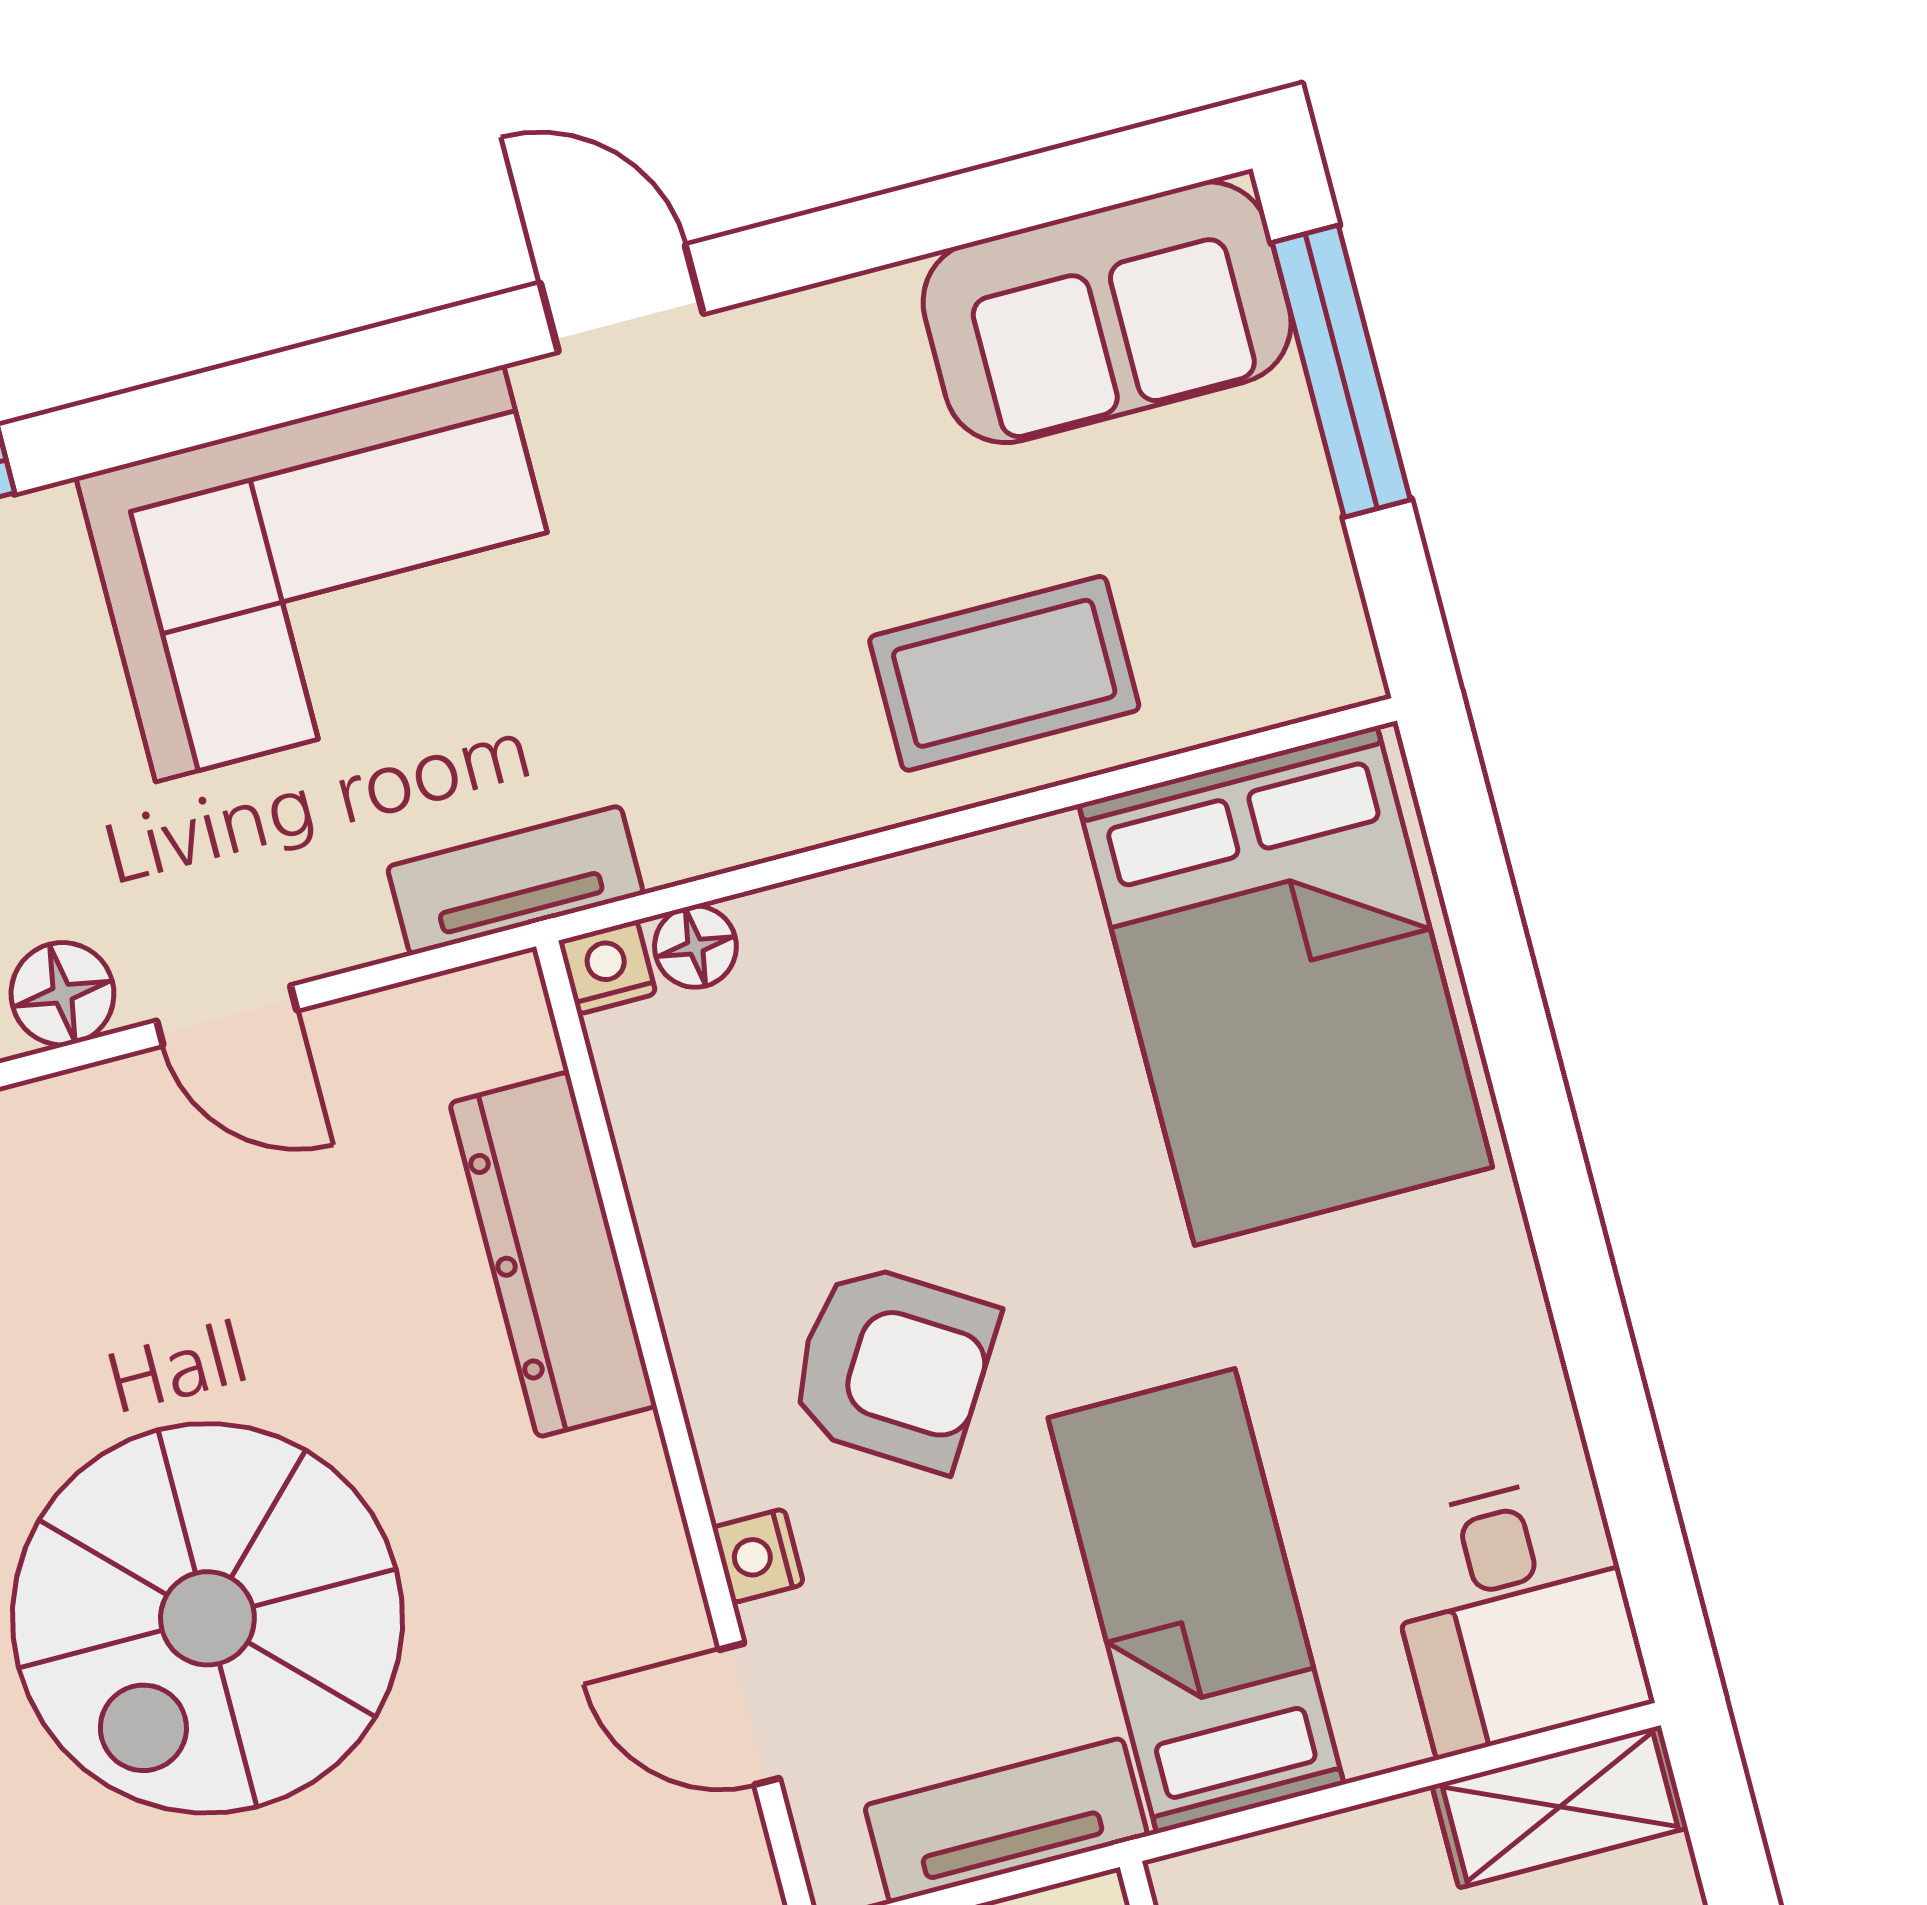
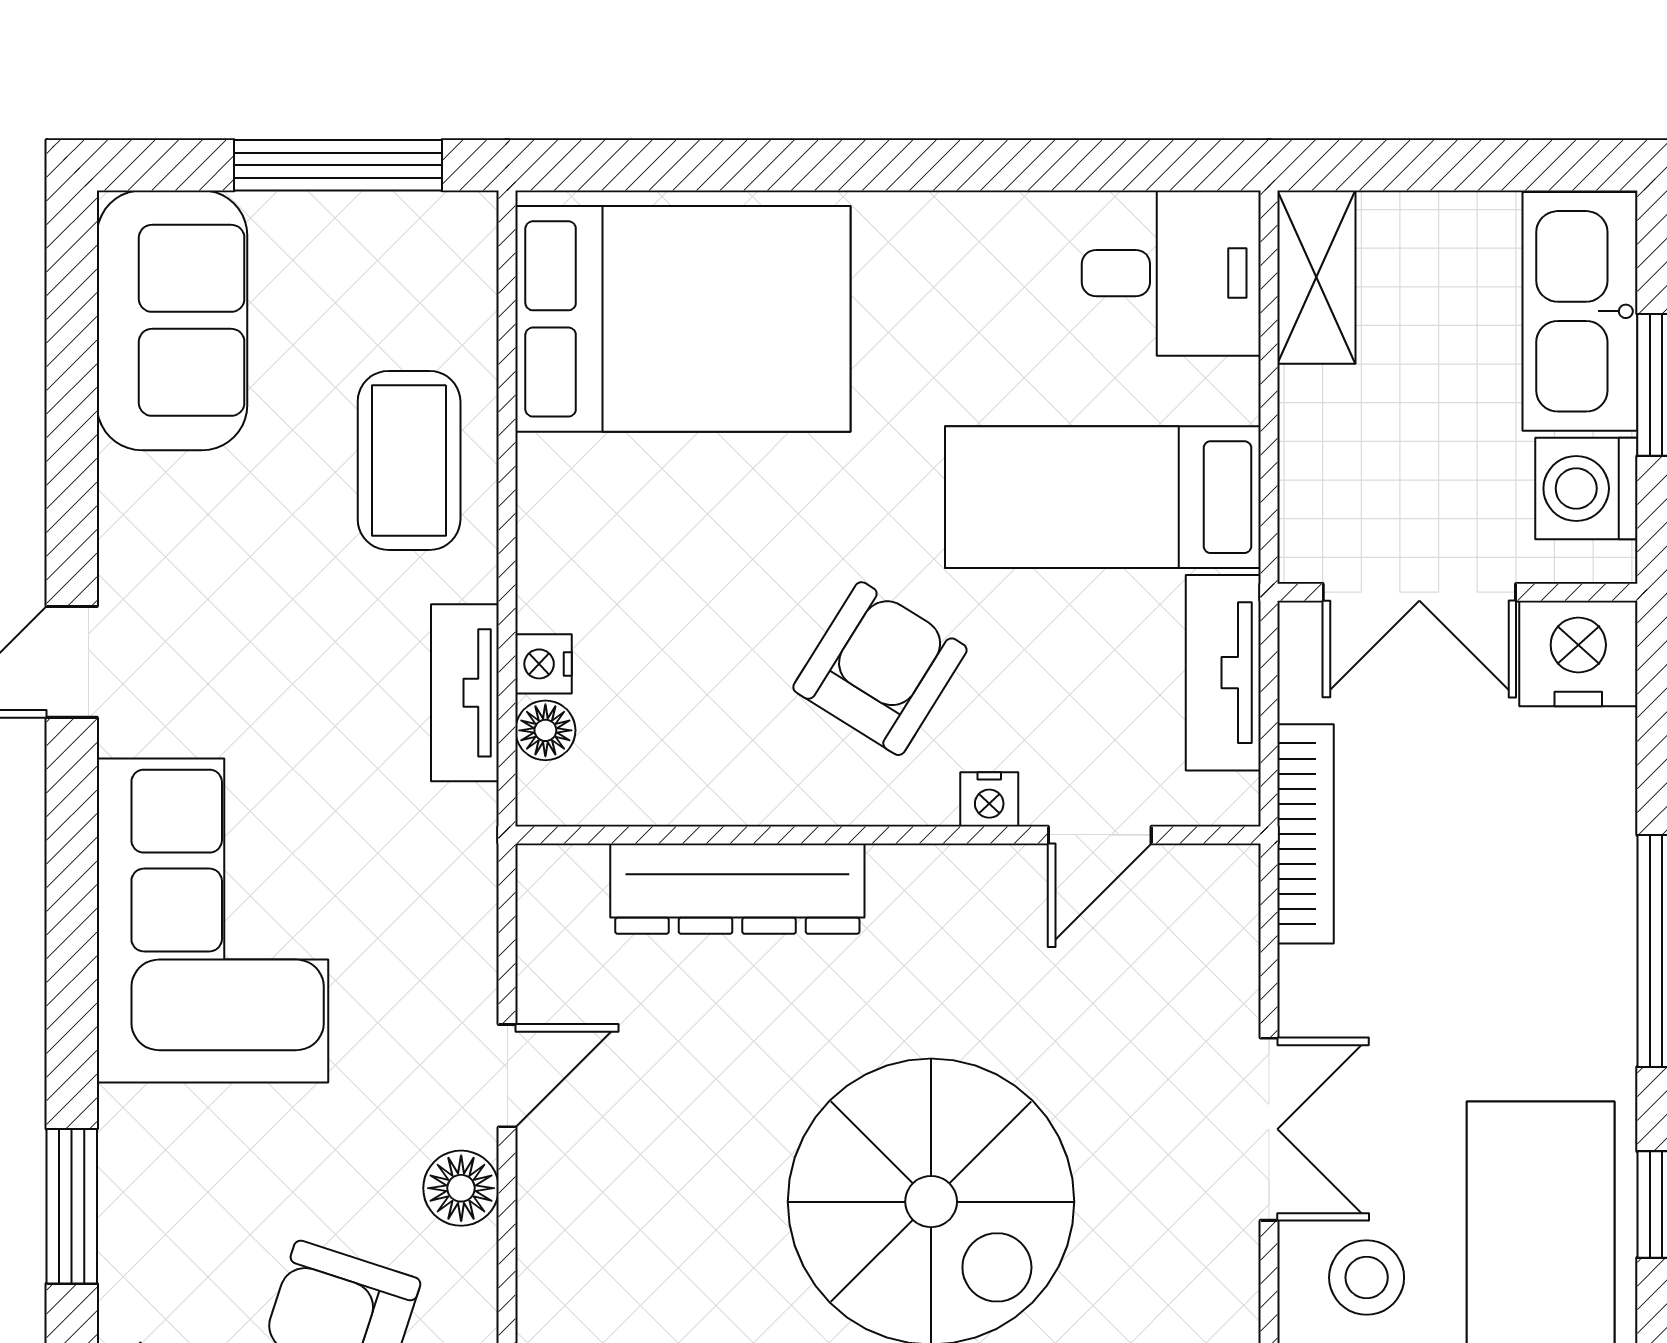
window: (1341, 371) -> (338, 165), moved
tv unit: (515, 880) -> (465, 693), moved
nightstand: (607, 967) -> (544, 664), moved

